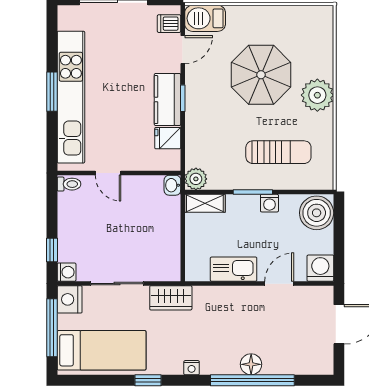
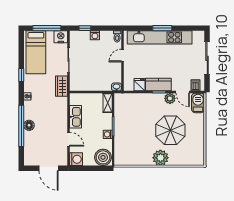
sun lounger: (278, 152) -> (133, 139), removed
plant: (196, 179) -> (170, 98), moved
washing machine: (67, 272) -> (95, 35), moved

